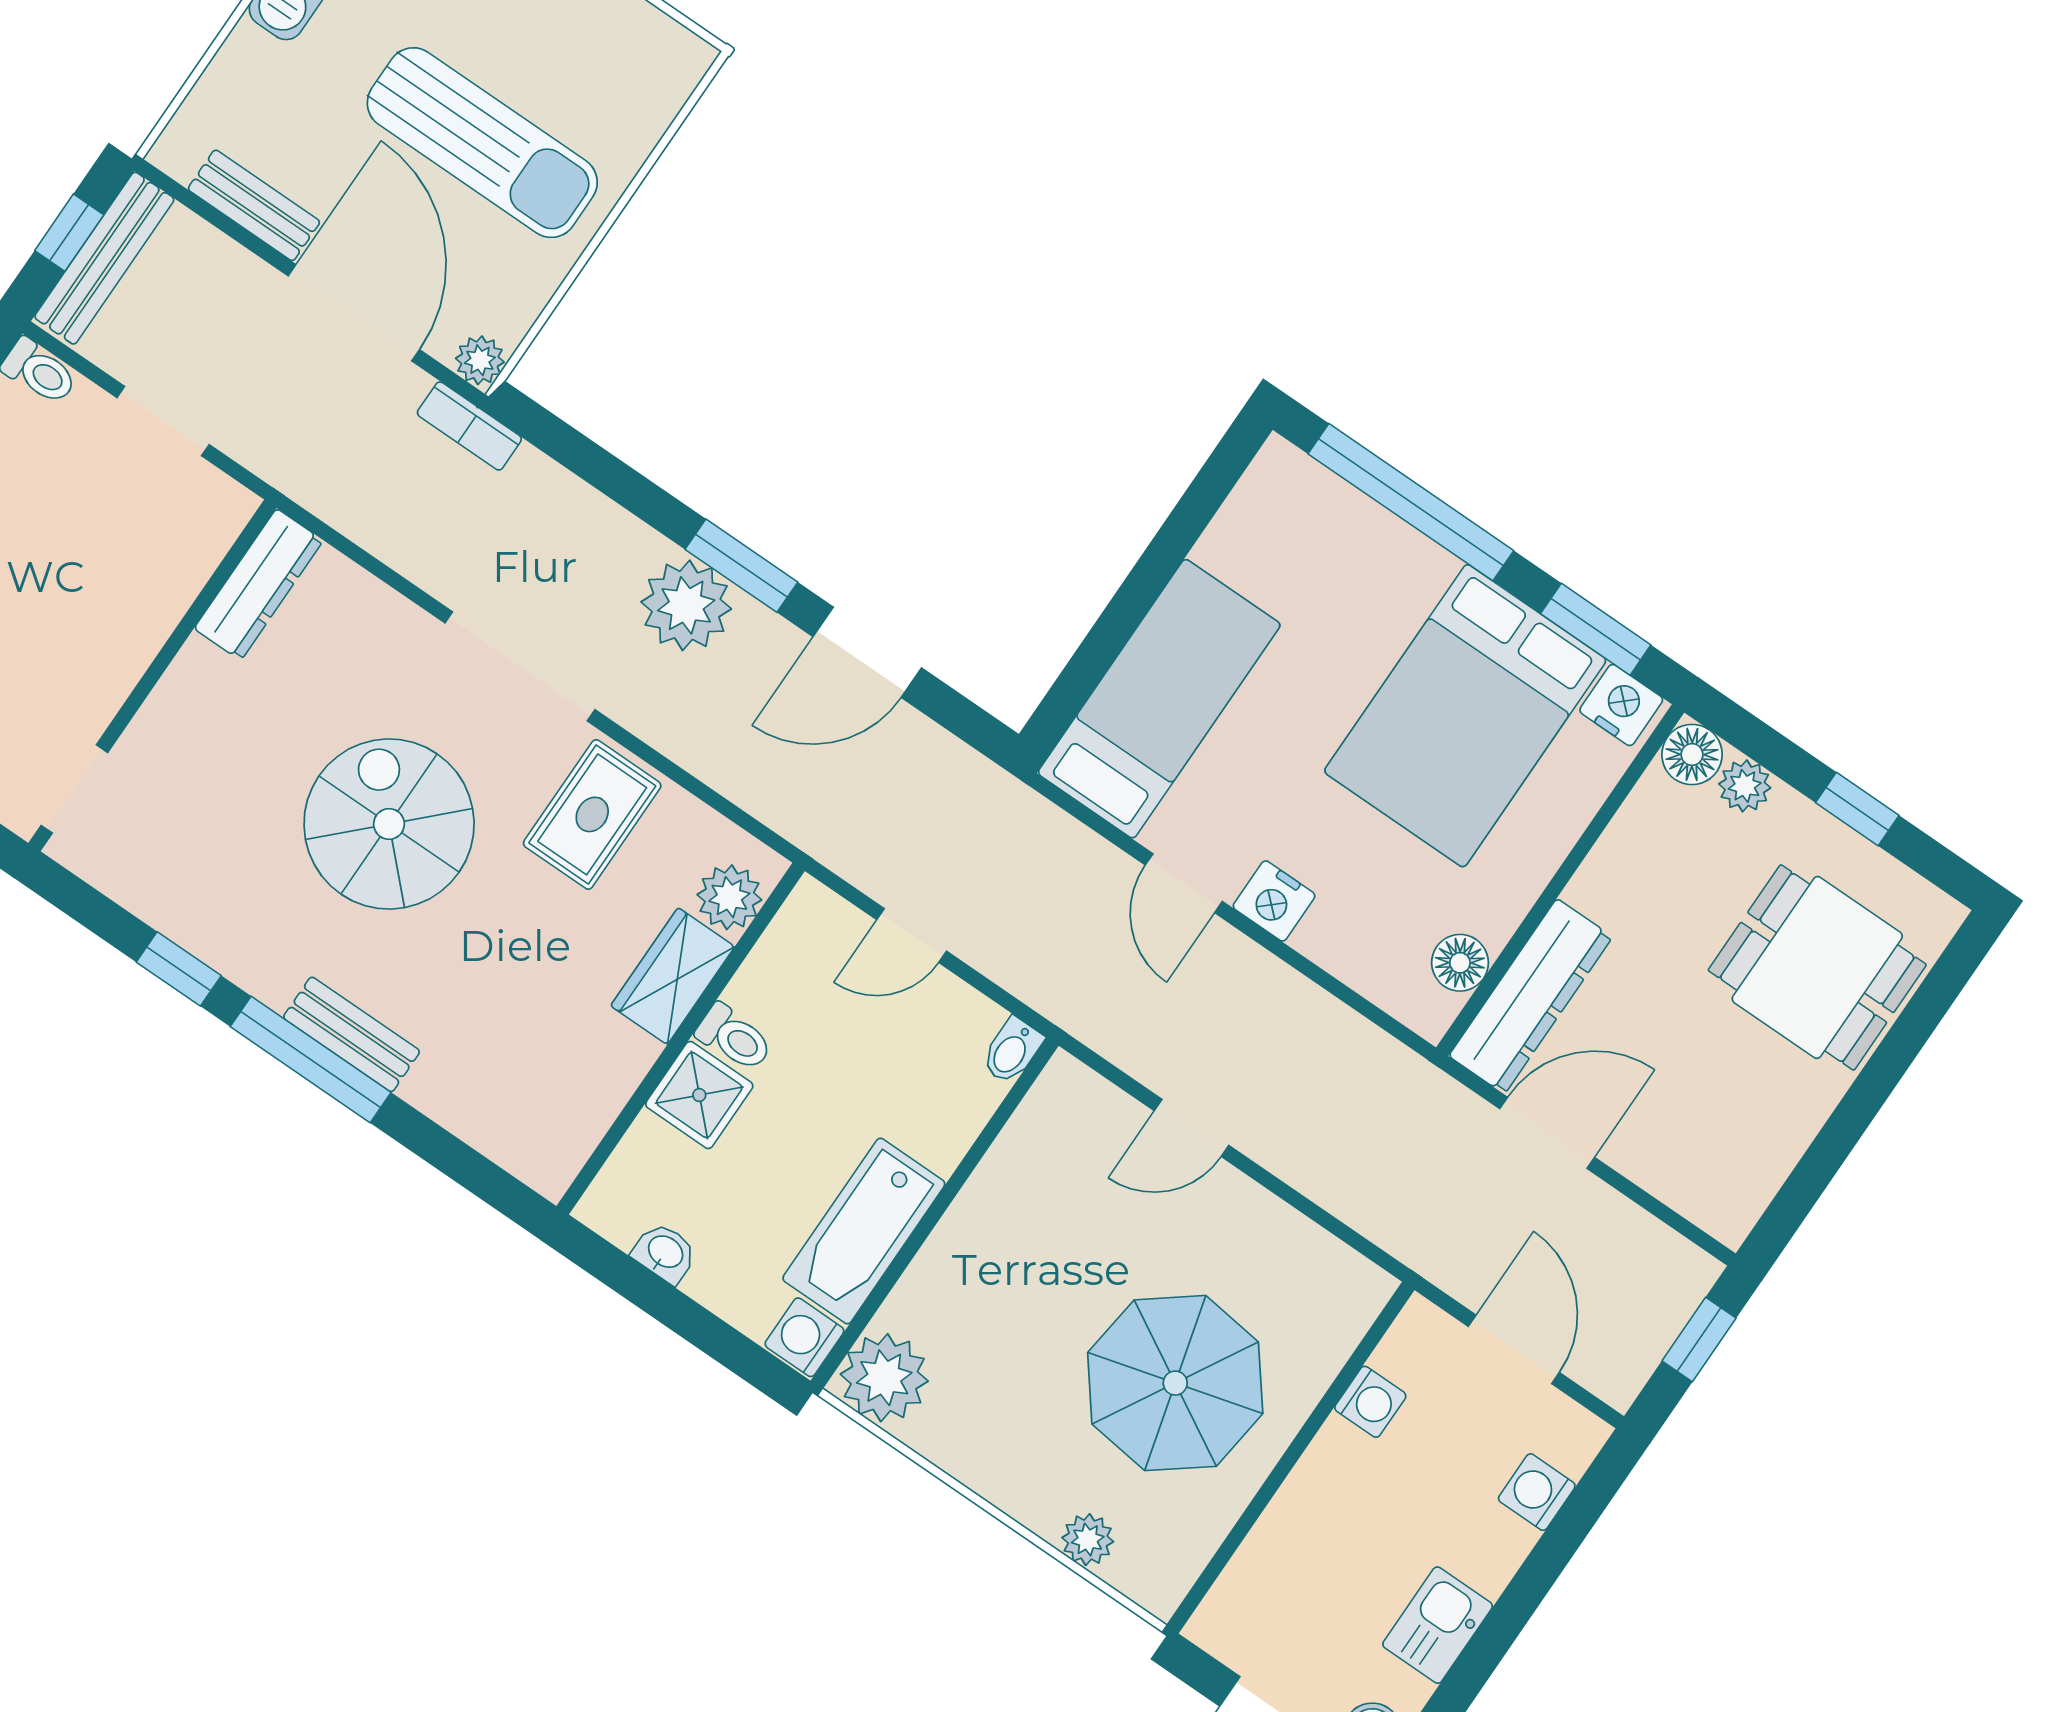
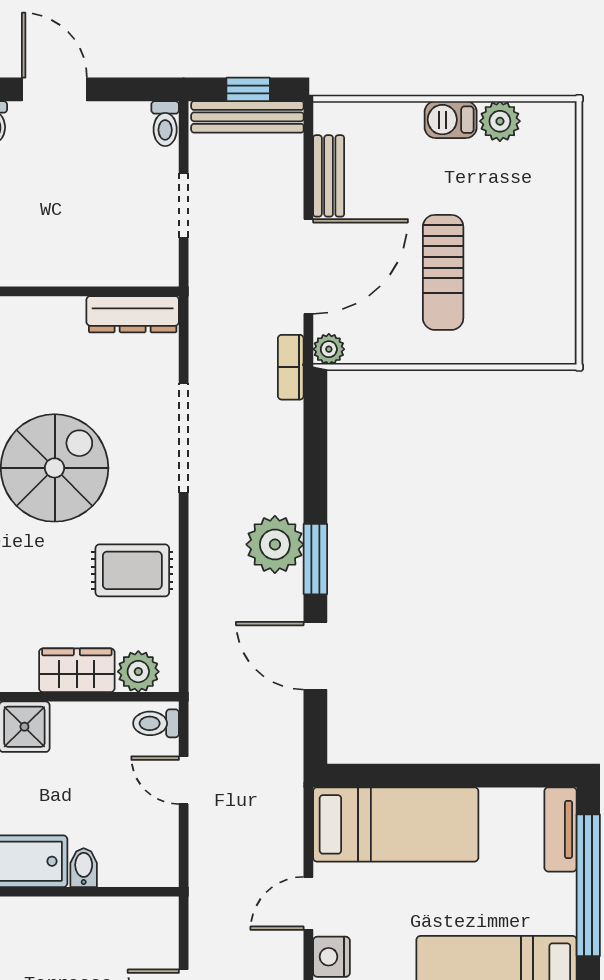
sun lounger: (482, 143) -> (443, 272), width x0.73, depth x0.75
tv unit: (1313, 488) -> (560, 829), added
doorway: (520, 666) -> (184, 438), moved
toilet: (734, 1038) -> (156, 723), moved, turned 90
bidet: (1012, 1051) -> (84, 868), moved, turned 90

